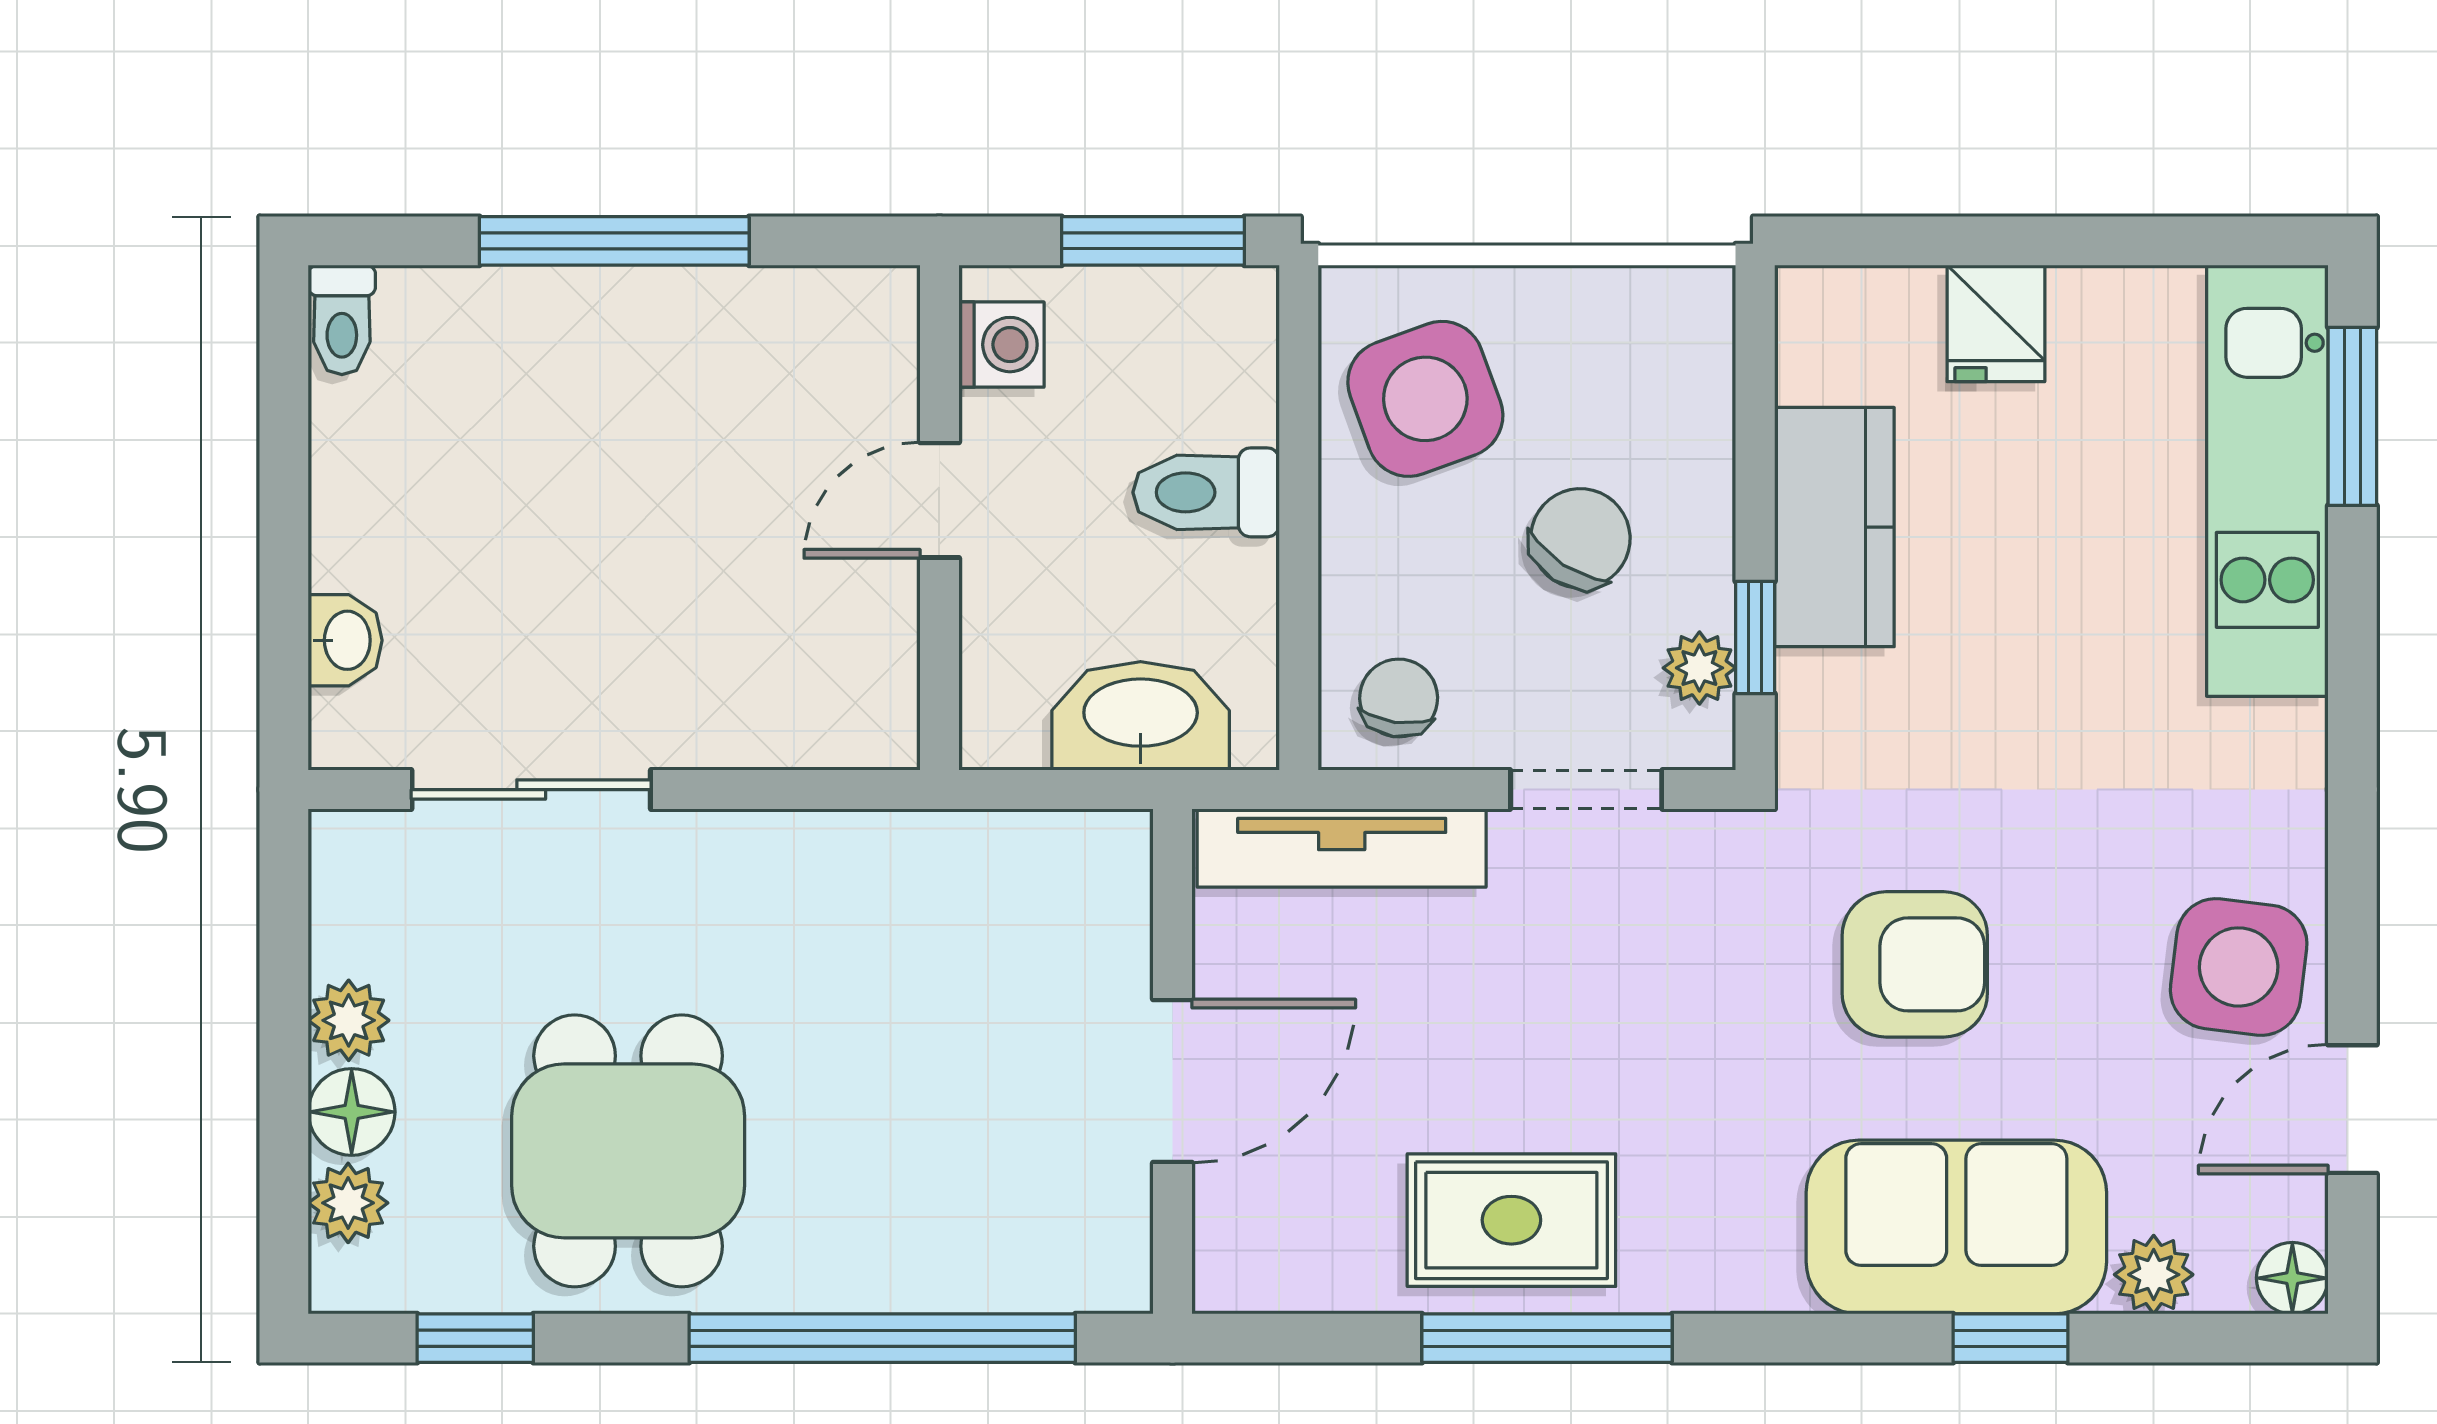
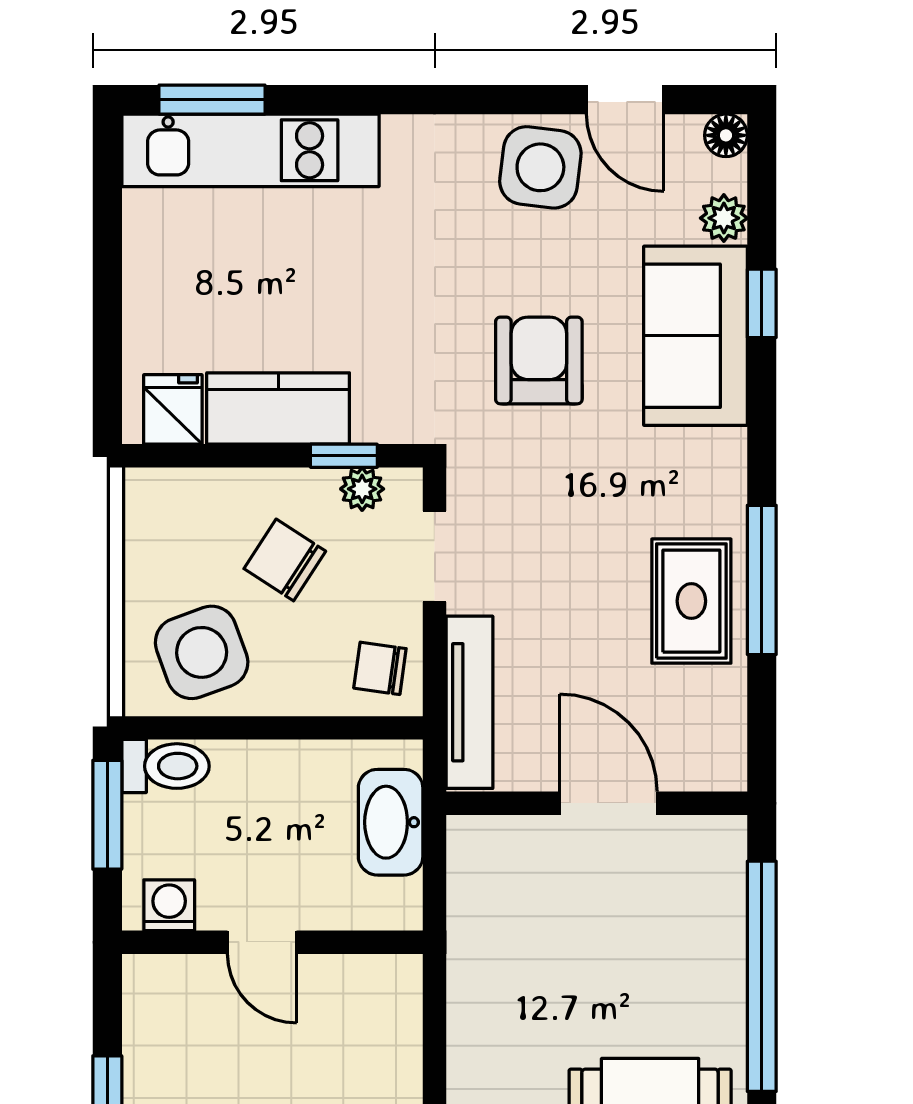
fridge: (1996, 323) -> (173, 409), moved, turned -90
toilet: (1206, 492) -> (165, 766), moved, turned -90

